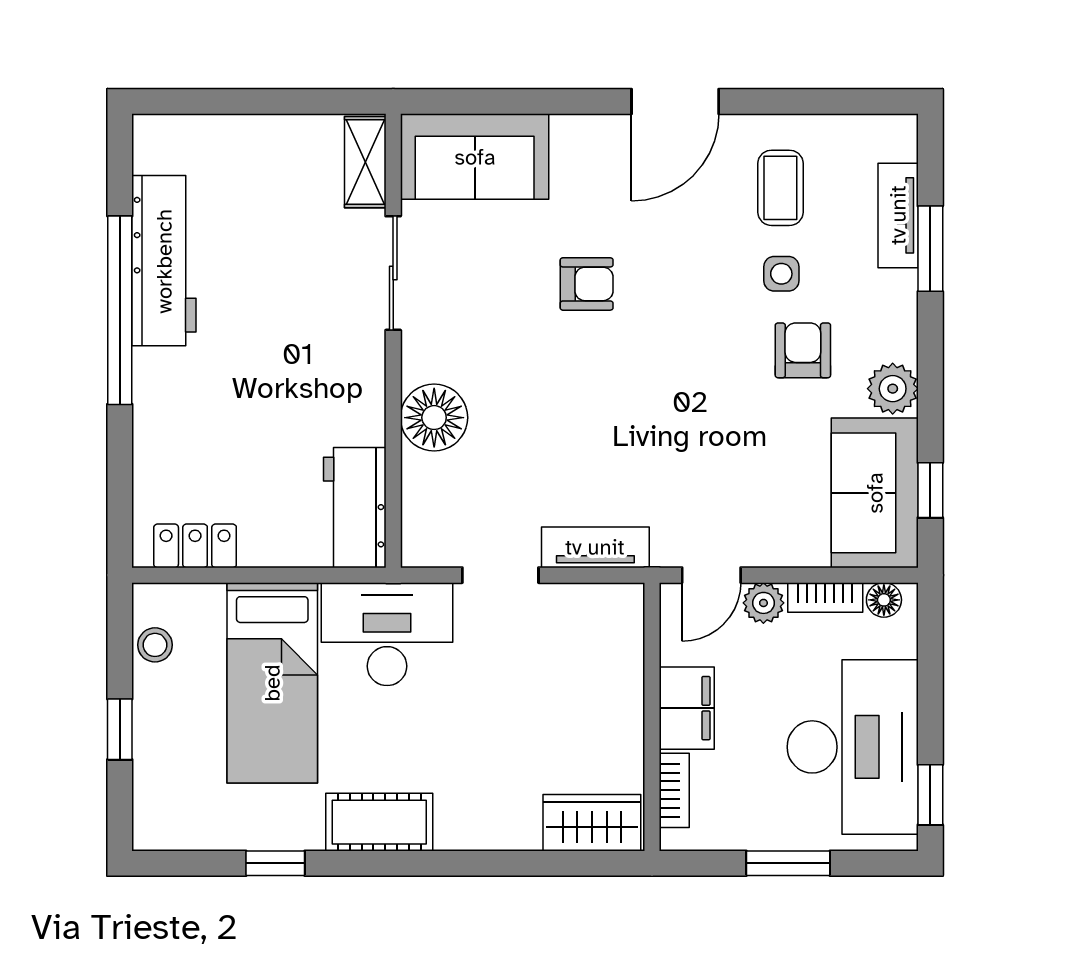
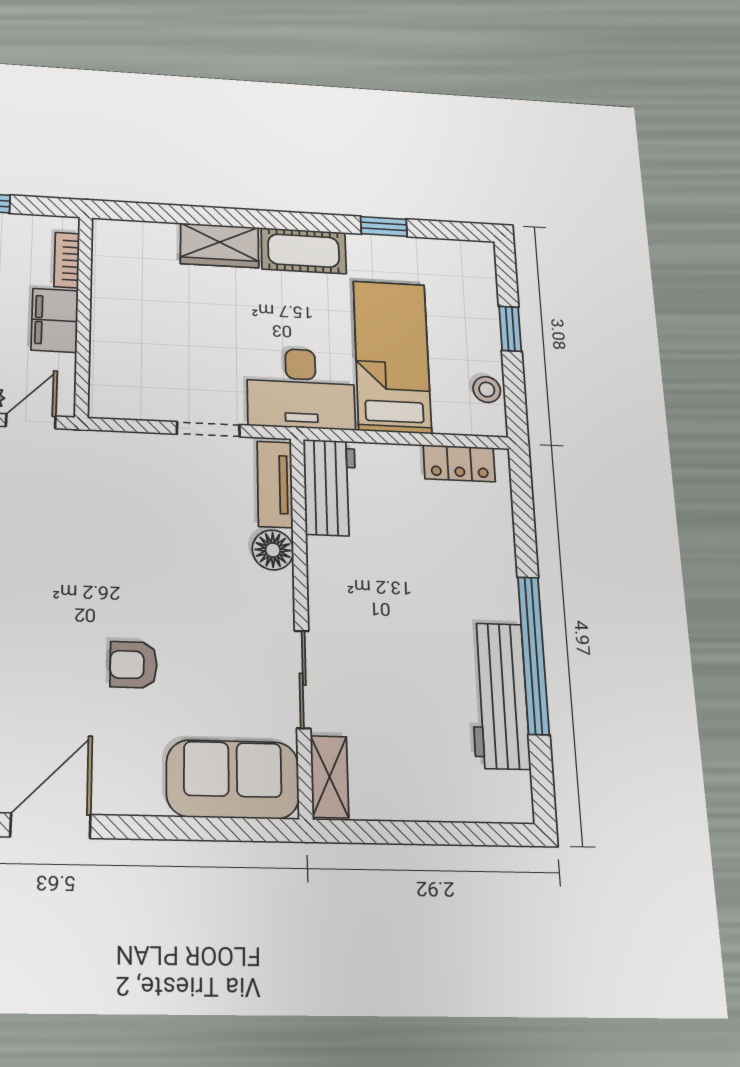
floor lamp: (434, 418) -> (273, 550), width x0.73, depth x0.73
tv unit: (595, 547) -> (275, 484), moved, turned 90
wardrobe: (592, 823) -> (220, 245), moved

